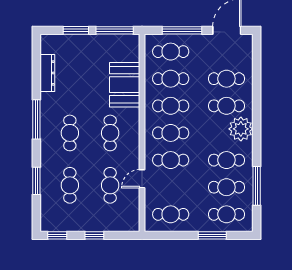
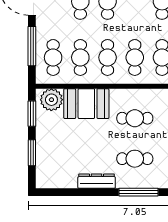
window: (115, 30) -> (32, 114), width x0.69
plant: (129, 50) -> (51, 100), added
dresser: (47, 73) -> (97, 181), moved
window: (36, 119) -> (139, 192), moved

